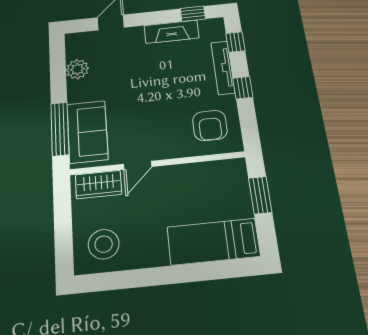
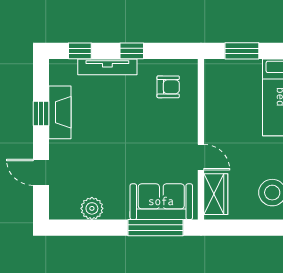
window: (193, 14) -> (41, 114), moved
armchair: (210, 125) -> (168, 87), width x0.72, depth x0.72

